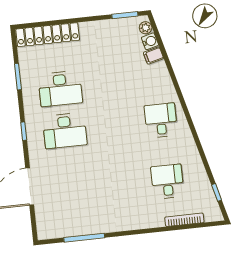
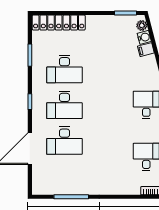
desk: (69, 173) -> (64, 141), added

